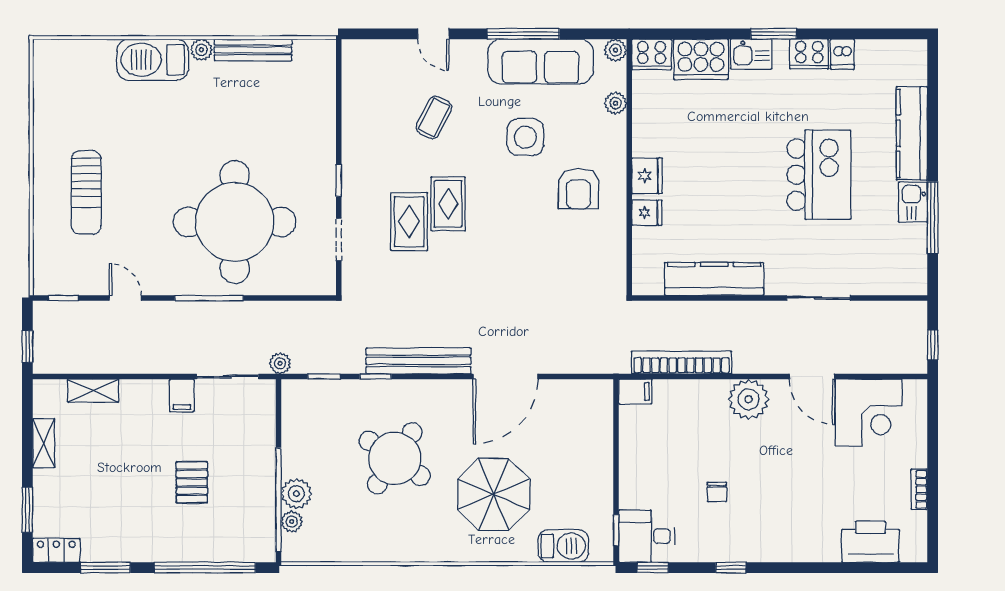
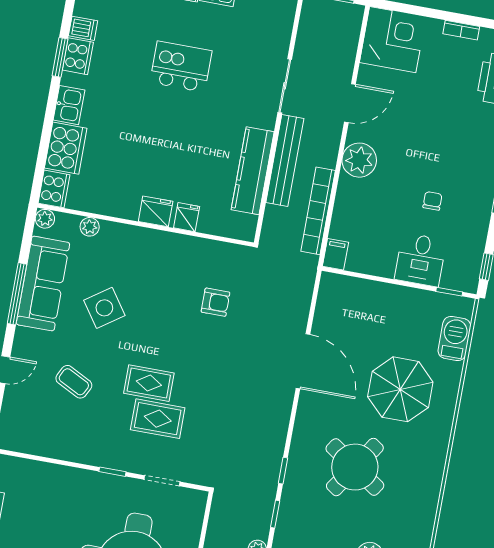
window: (774, 34) -> (60, 57), moved
side table: (525, 137) -> (104, 308), turned -35
kitchen island: (819, 175) -> (181, 67), width x0.73, depth x0.78
armchair: (578, 189) -> (216, 302), moved, width x0.72, depth x0.72
bench: (418, 361) -> (285, 160), moved
corner desk: (869, 413) -> (393, 40), moved
chair: (717, 492) -> (432, 201), turned -90
desk: (647, 536) -> (420, 260), moved

